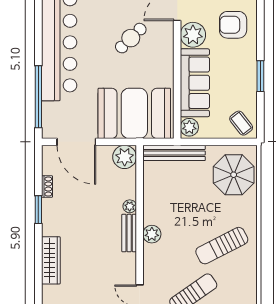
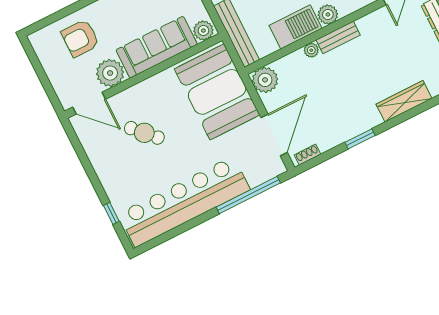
armchair: (233, 25) -> (80, 38), turned 90
shoe rack: (47, 187) -> (307, 155), moved
barbecue: (155, 203) -> (296, 27), added

